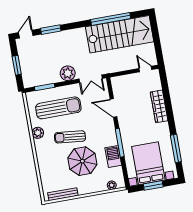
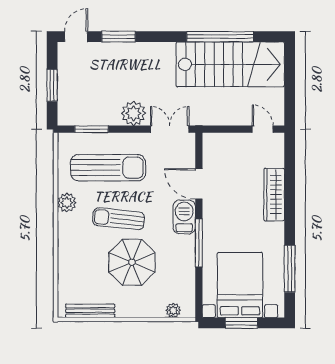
double door: (91, 79) -> (170, 129), swing flipped
barbecue: (113, 157) -> (184, 217), moved

